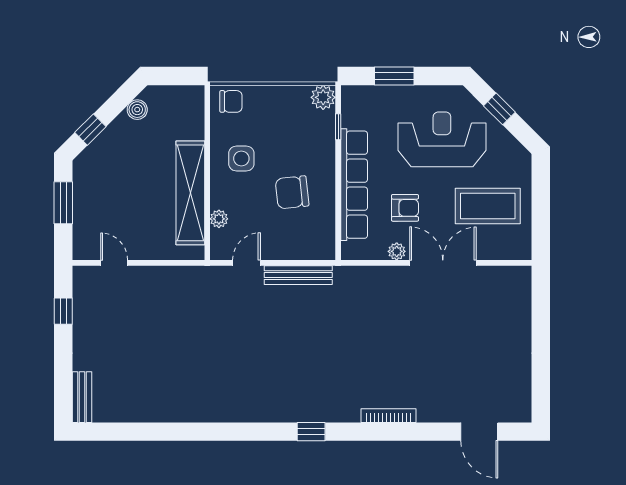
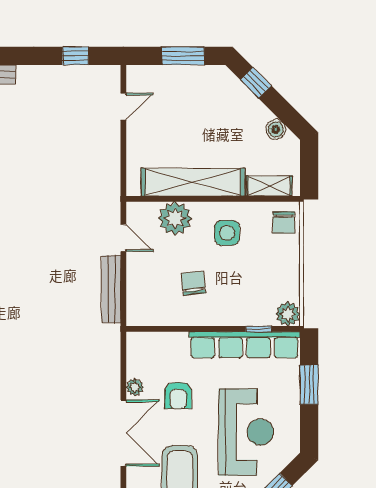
shelving: (194, 116) -> (269, 186), added
row of seats: (354, 185) -> (244, 345), moved
chair: (292, 192) -> (193, 283), width x0.73, depth x0.73
plant: (219, 219) -> (175, 218), width x1.88, depth x1.88

